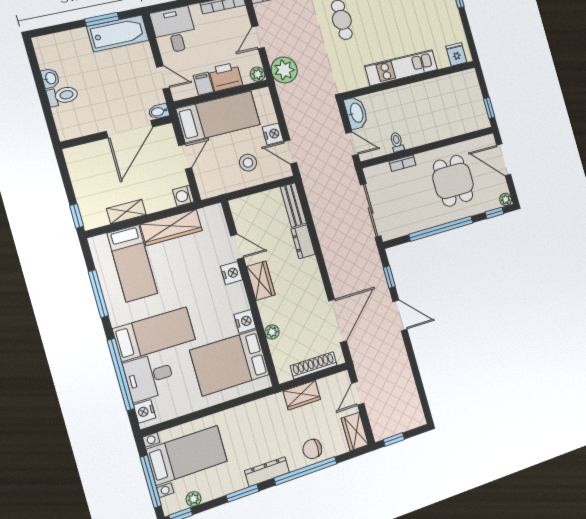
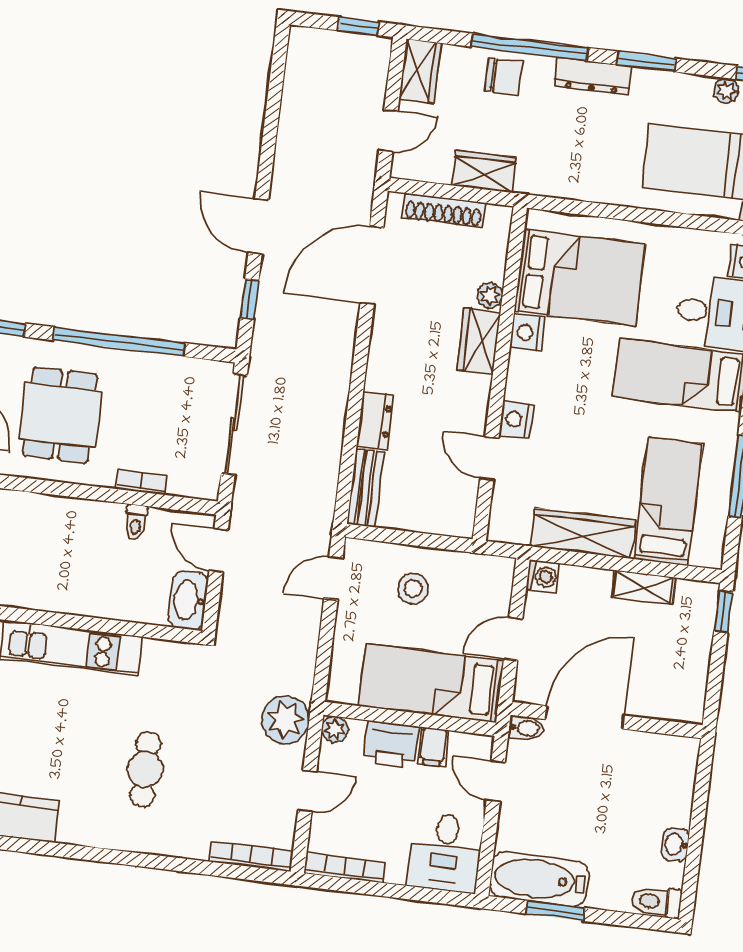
toilet: (63, 96) -> (656, 902), moved
nightstand: (273, 134) -> (351, 620), removed
door: (290, 152) -> (333, 578), swing flipped
wardrobe: (261, 281) -> (479, 341), moved

